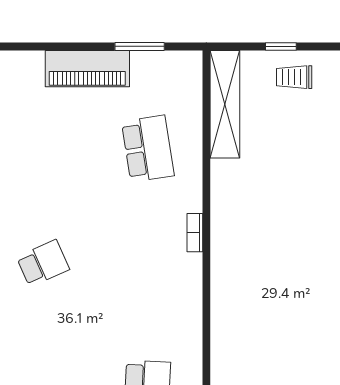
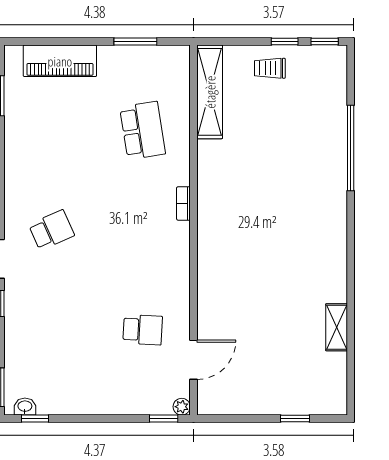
window: (281, 46) -> (285, 42), moved
piano: (87, 69) -> (60, 61), moved

